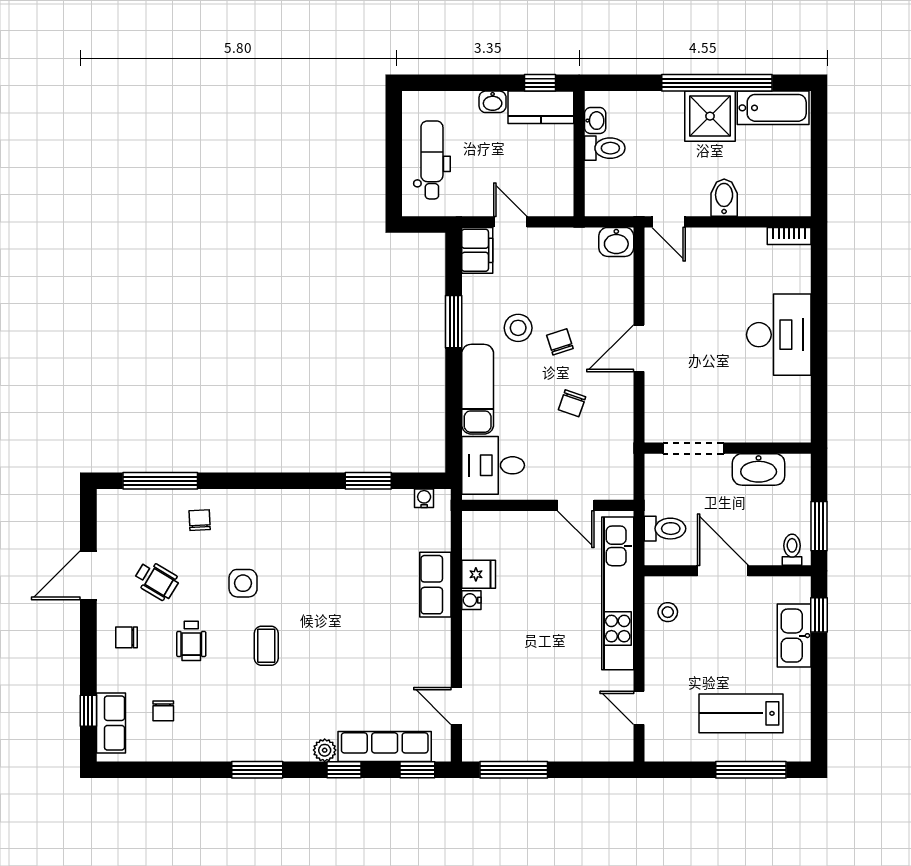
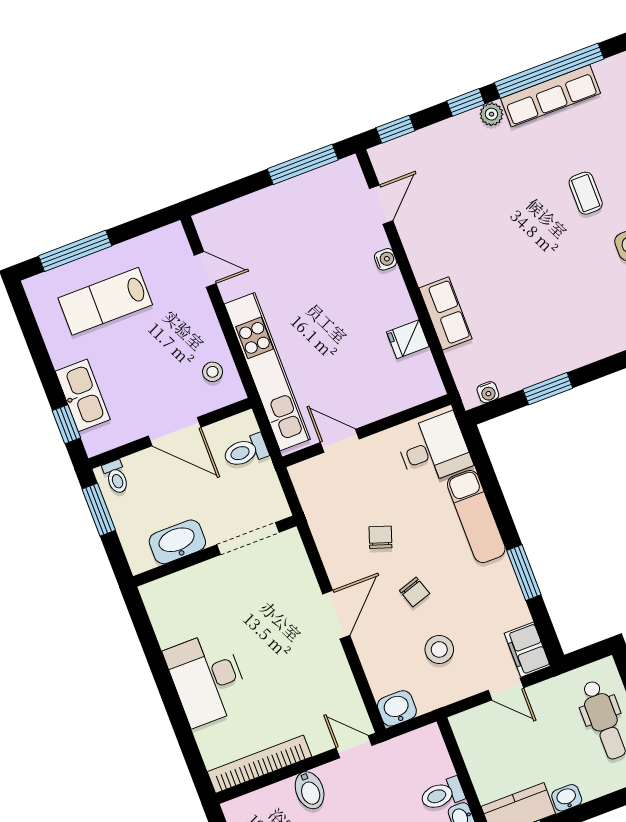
bookcase: (789, 236) -> (260, 764), width x2.31, depth x1.31
stool: (518, 328) -> (439, 649), moved
water cooler: (471, 600) -> (385, 259), moved
door: (456, 706) -> (381, 205), hinge flipped
lab bench: (741, 713) -> (105, 301), turned 180
row of seats: (385, 746) -> (550, 96), moved
window: (257, 770) -> (549, 71), width x2.11

